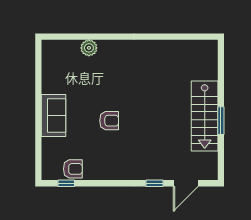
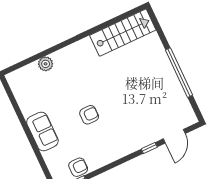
stairs: (205, 116) -> (123, 33), moved, turned -90
window: (221, 121) -> (179, 73), width x2.11

